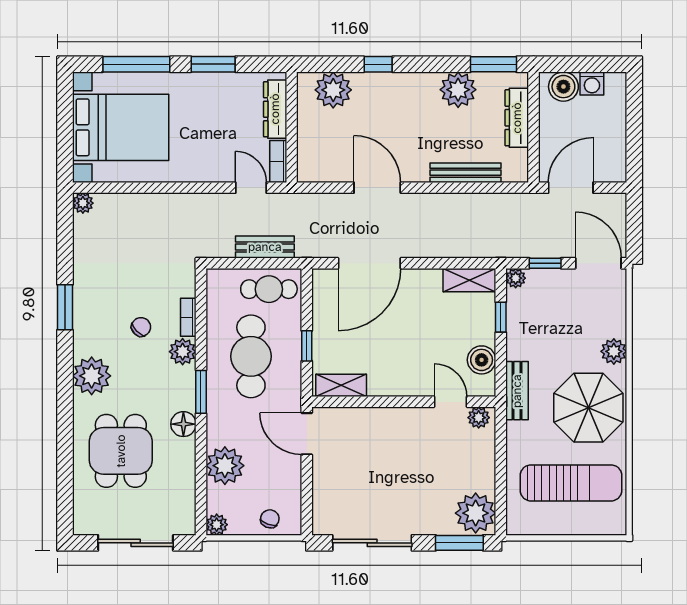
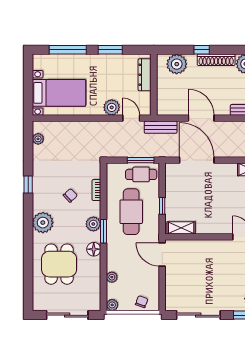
shoe rack: (404, 82) -> (216, 60), added
bed with nightstands: (121, 127) -> (59, 93), width x0.73
bookcase: (278, 162) -> (146, 104), removed
plant: (216, 168) -> (112, 107), added
plant: (83, 203) -> (38, 139), moved
bench: (265, 247) -> (161, 127), moved
window: (268, 263) -> (141, 160), added
door: (369, 263) -> (197, 160), swing flipped
window: (65, 307) -> (28, 184), width x0.67
plant: (183, 352) -> (93, 224), moved
plant: (225, 466) -> (112, 277), width x0.53, depth x0.53

